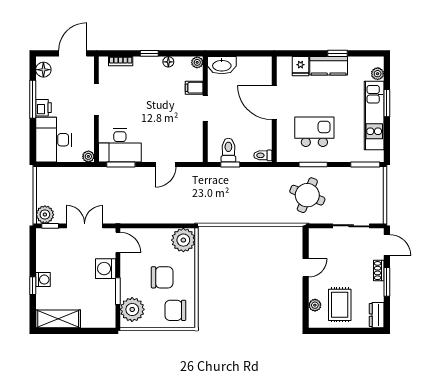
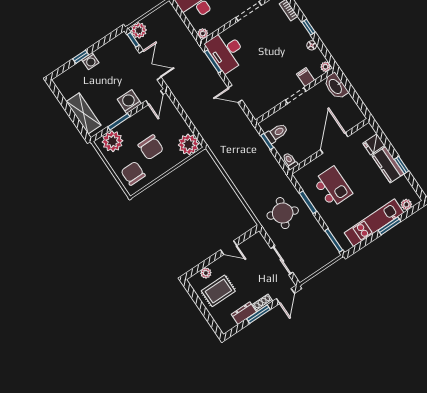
dresser: (377, 315) -> (244, 313), moved
shelving: (58, 319) -> (84, 113), moved

